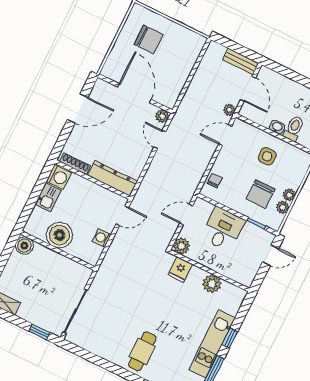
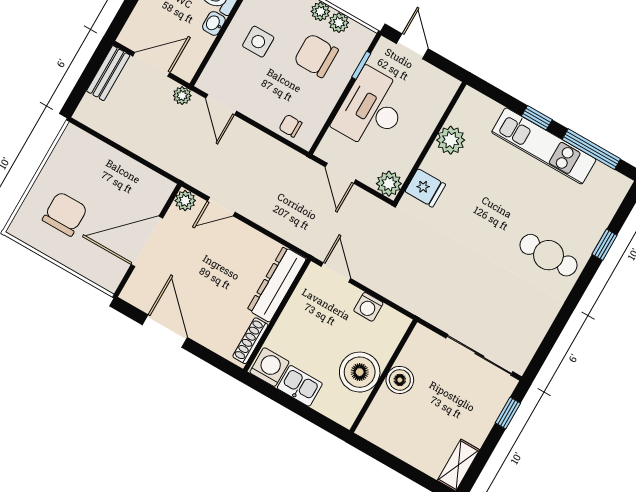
chair: (261, 194) -> (316, 56), turned 180
desk: (223, 229) -> (372, 109), width x1.37
boiler: (24, 246) -> (400, 380), moved

